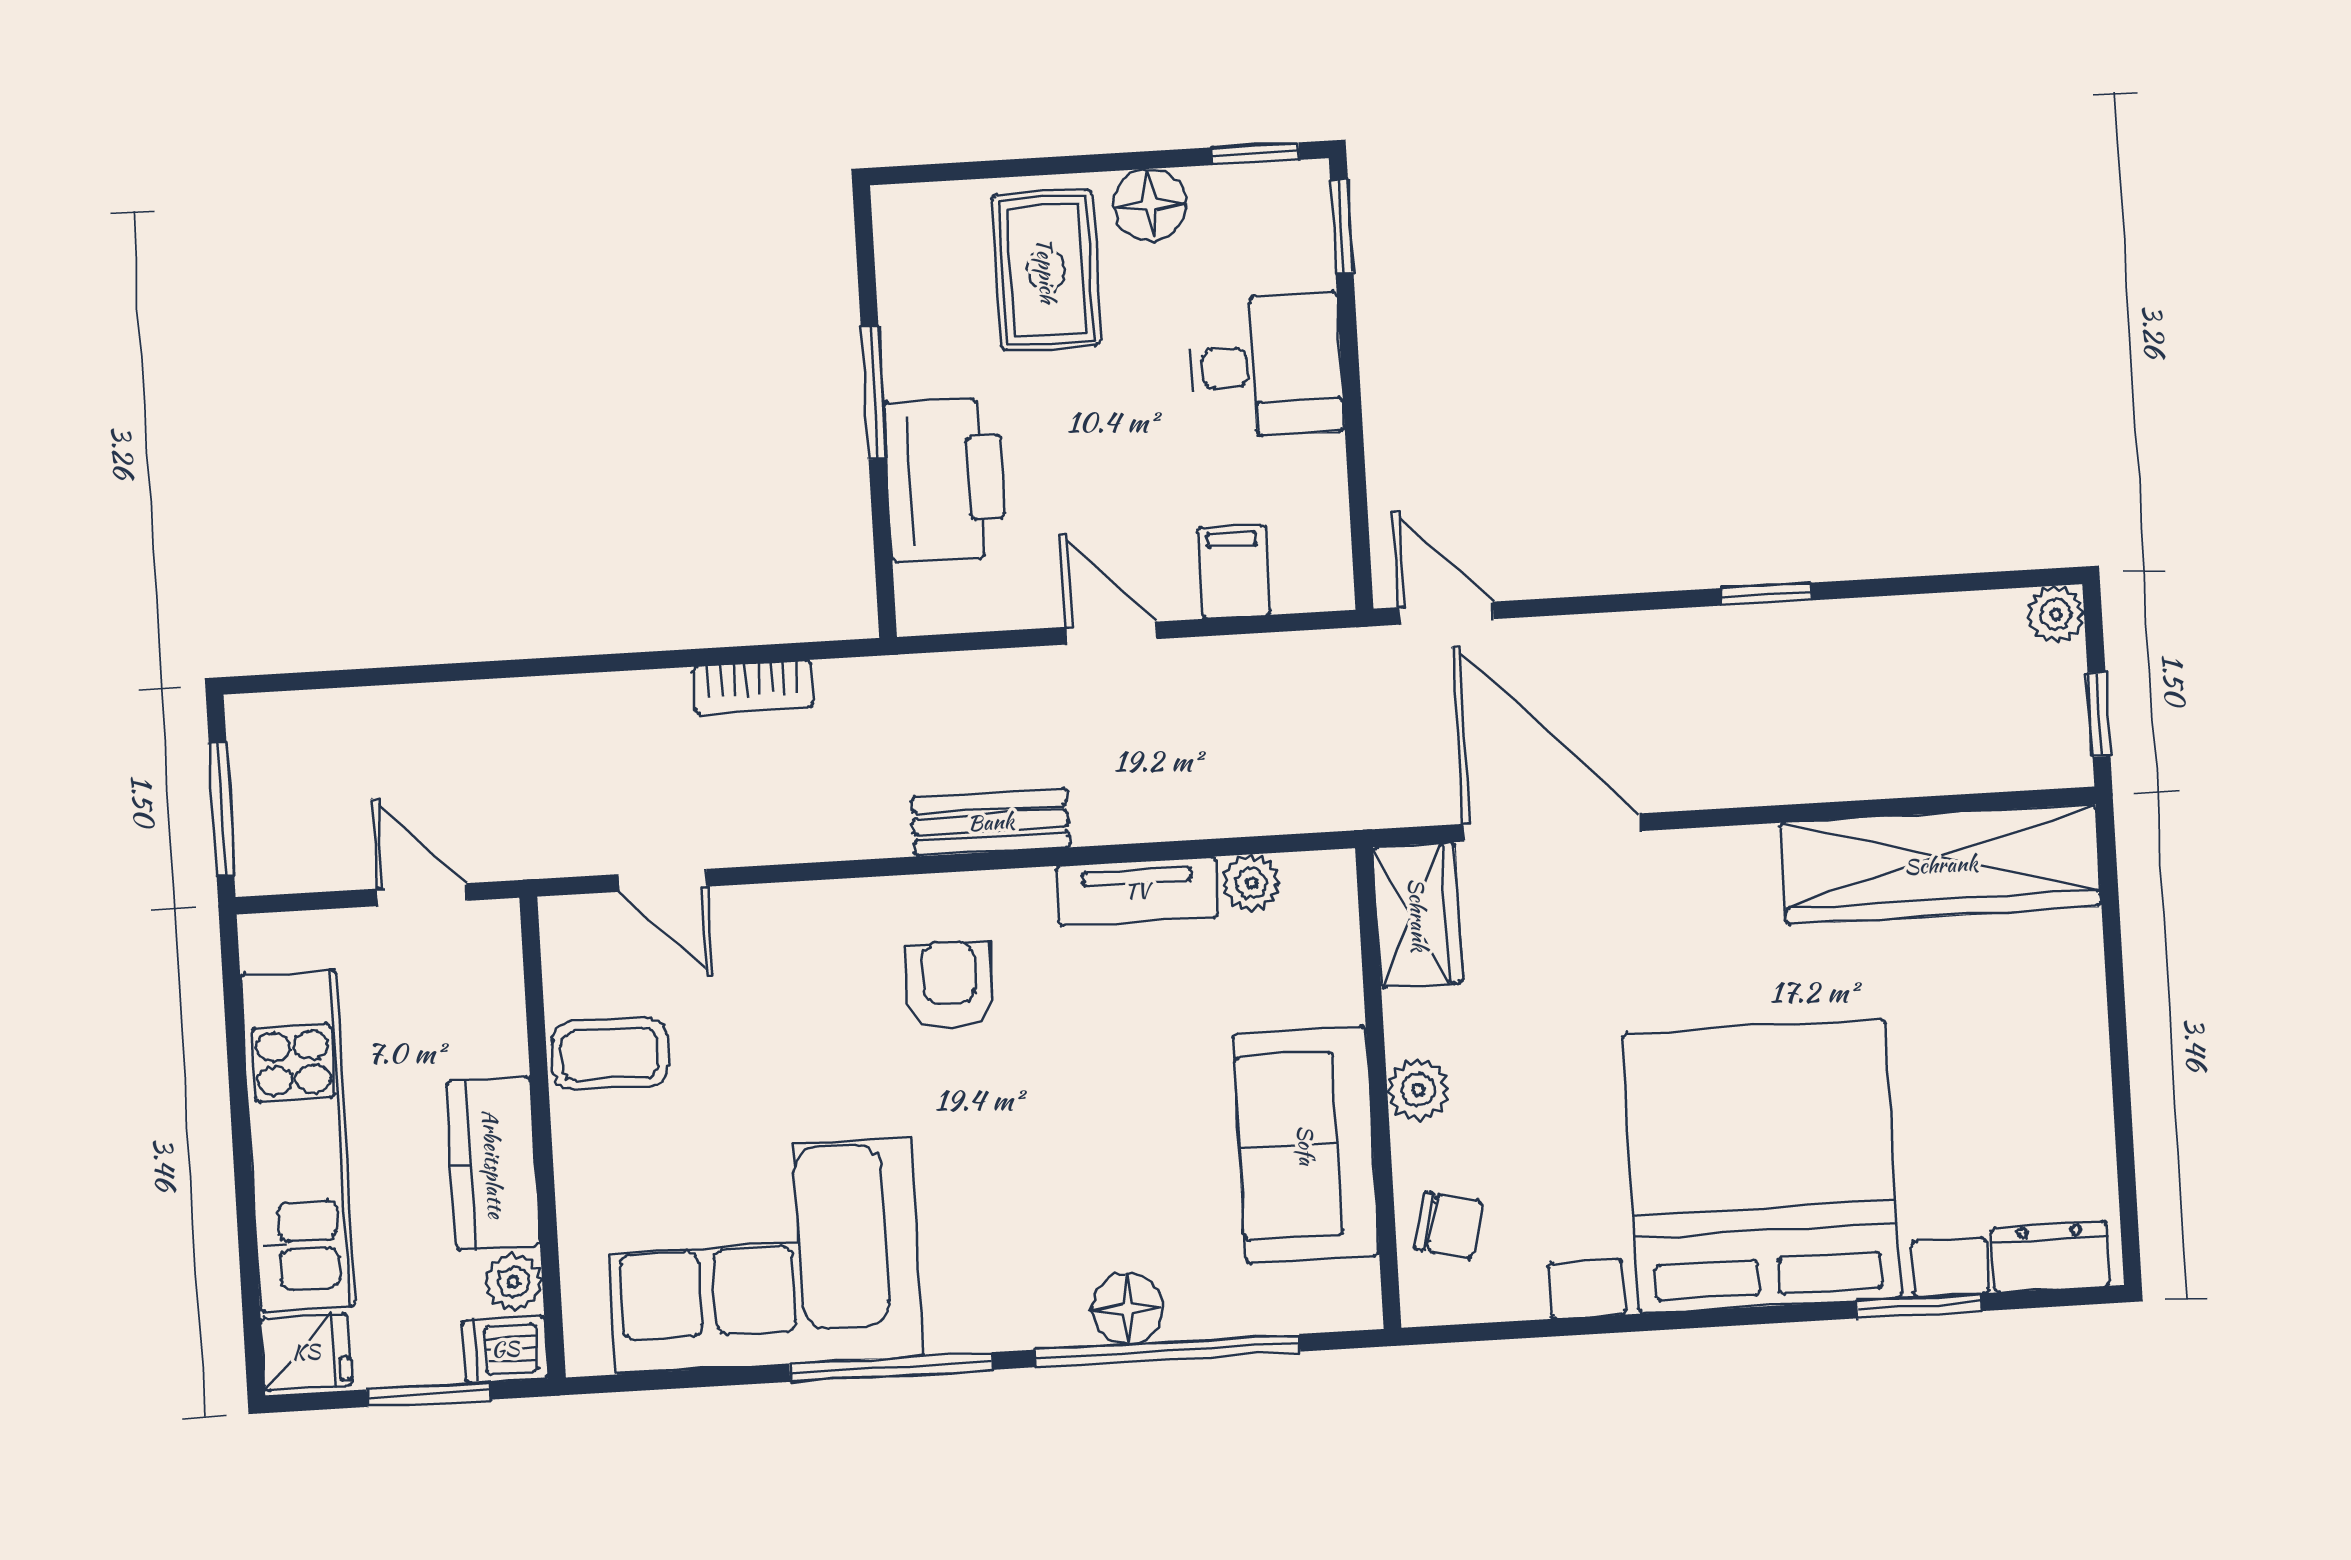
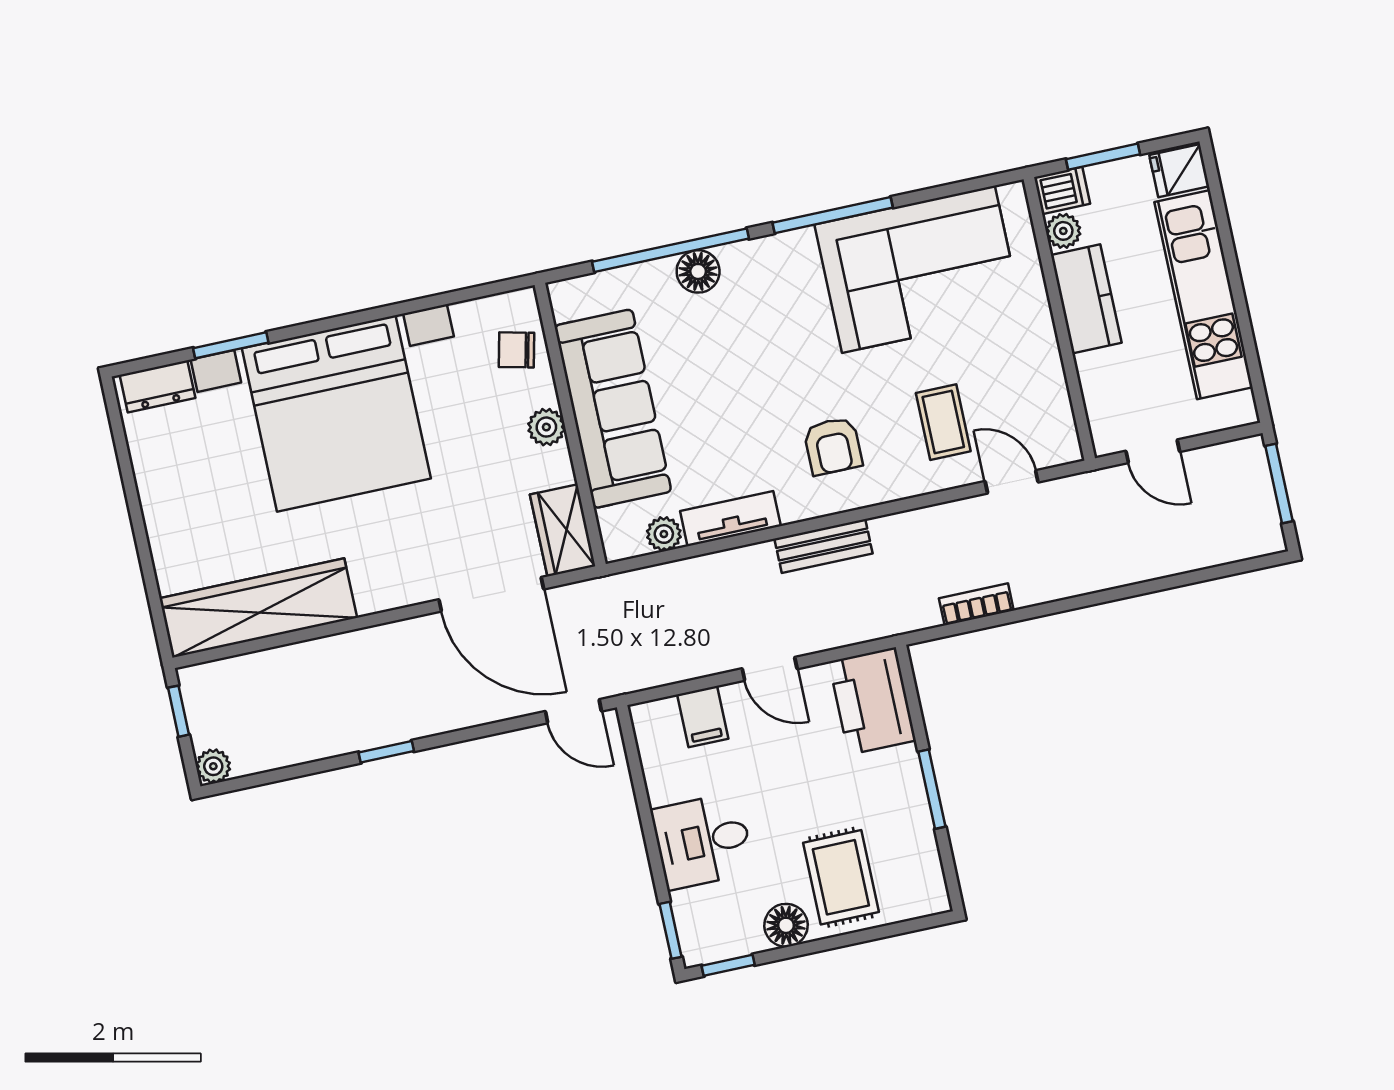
printer: (945, 480) -> (872, 701), moved
coffee table: (610, 1054) -> (943, 422), moved, turned 90
sofa: (1306, 1145) -> (613, 409), width x1.36

